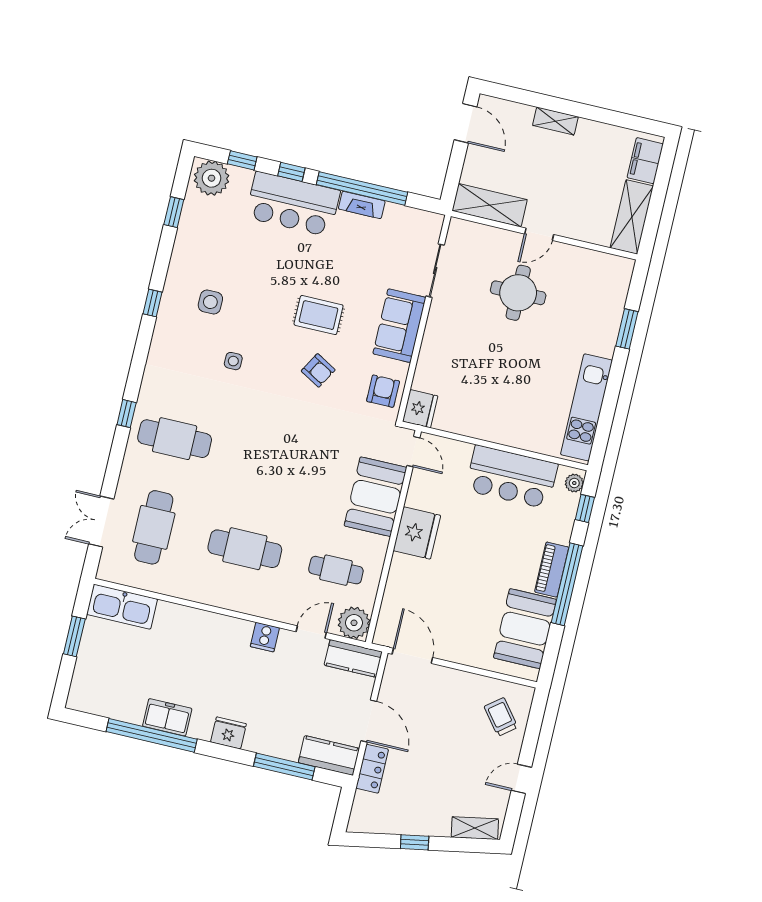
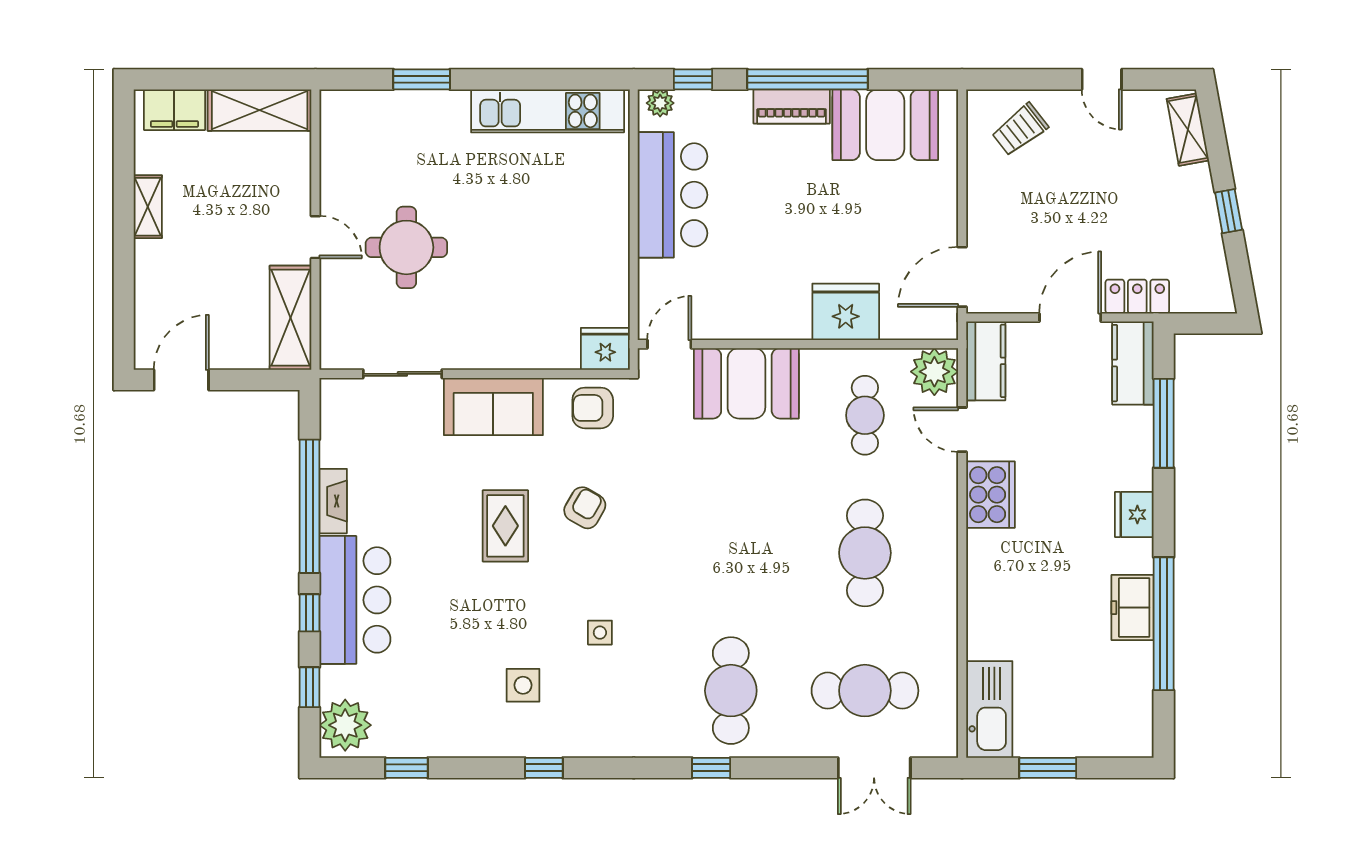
shelving: (555, 121) -> (148, 207), moved
fridge: (417, 533) -> (846, 312), moved
cooker: (265, 637) -> (990, 495), width x1.87, depth x1.31

